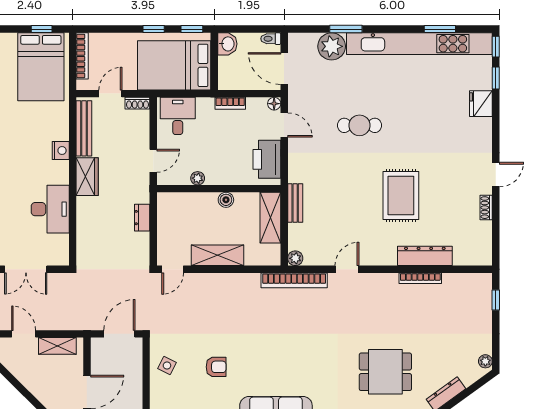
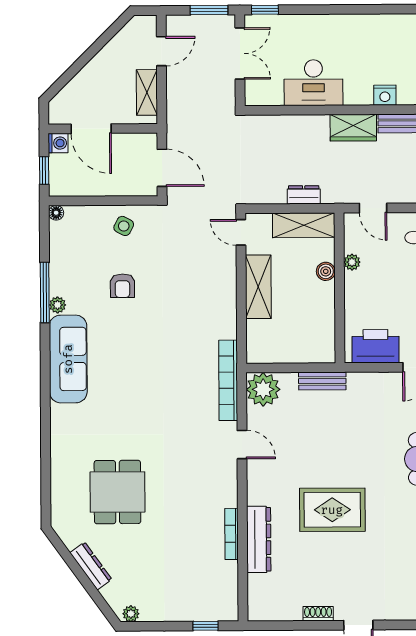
boiler: (226, 200) -> (326, 271), moved
shelving: (270, 218) -> (304, 225), moved
plant: (295, 258) -> (263, 389), width x1.87, depth x1.87
double door: (26, 269) -> (240, 53), swing flipped

